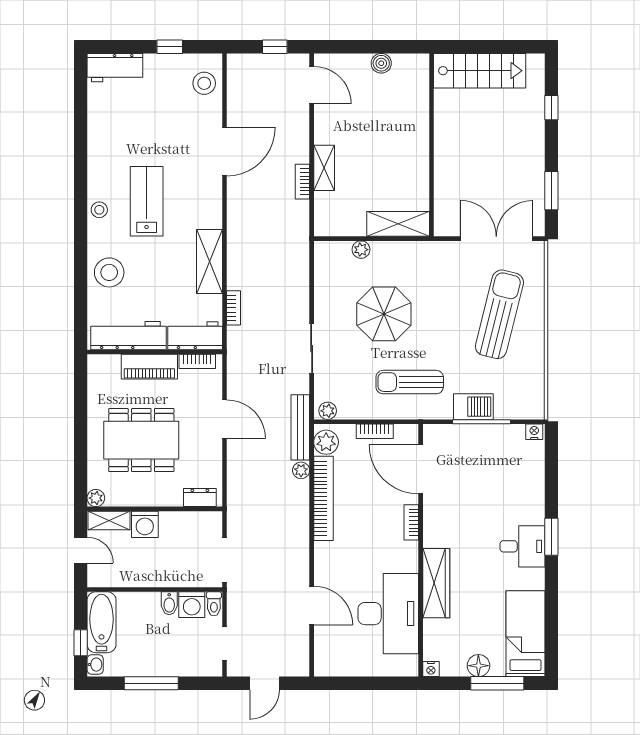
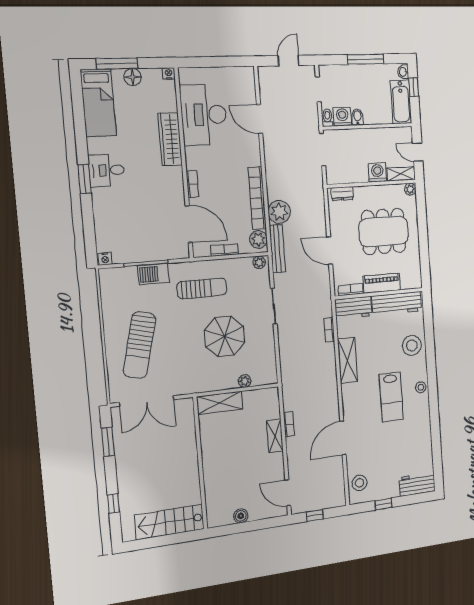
plant: (301, 470) -> (279, 212), width x1.88, depth x1.88

